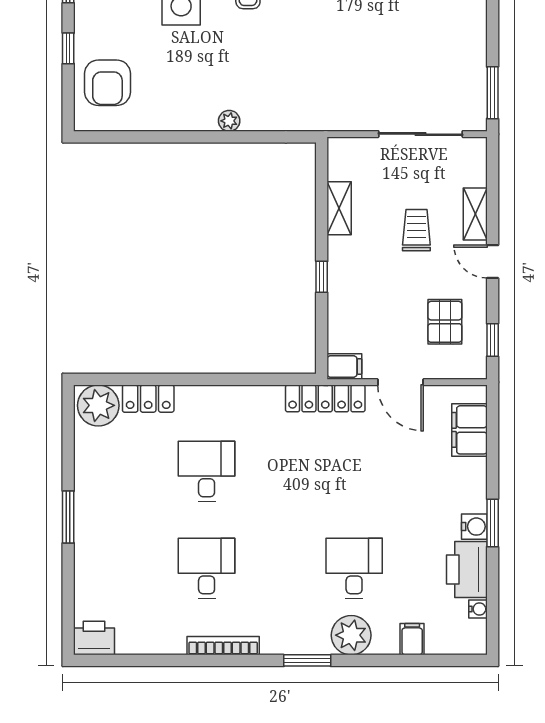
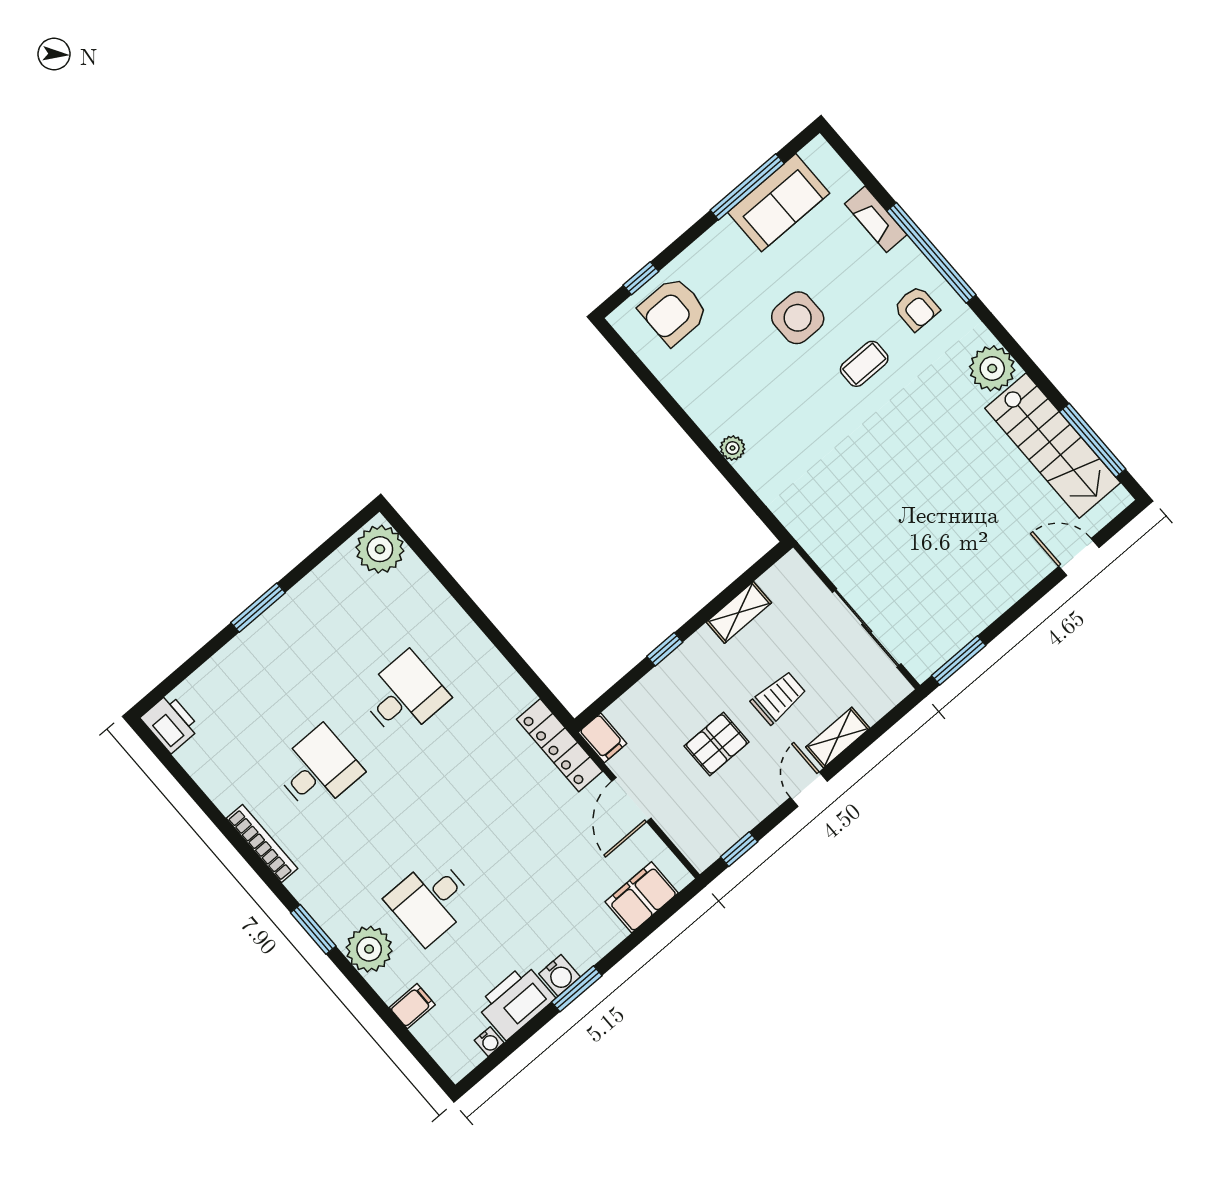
window: (68, 48) -> (641, 278), moved
pallet: (445, 322) -> (717, 744), moved
locker: (148, 399) -> (424, 588), removed
desk: (354, 569) -> (431, 901), turned 180

